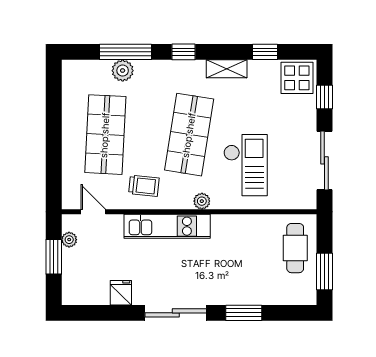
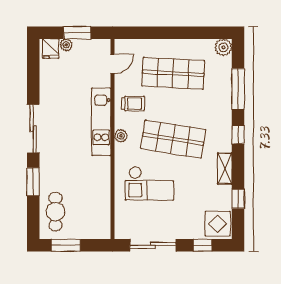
plant: (123, 71) -> (223, 47), moved
trolley: (144, 186) -> (133, 104), turned -96
plant: (202, 201) -> (121, 136), moved
plant: (69, 240) -> (66, 45), moved
cafe table: (295, 248) -> (55, 212), moved, turned 90
fridge: (121, 293) -> (51, 49), moved, turned 90

